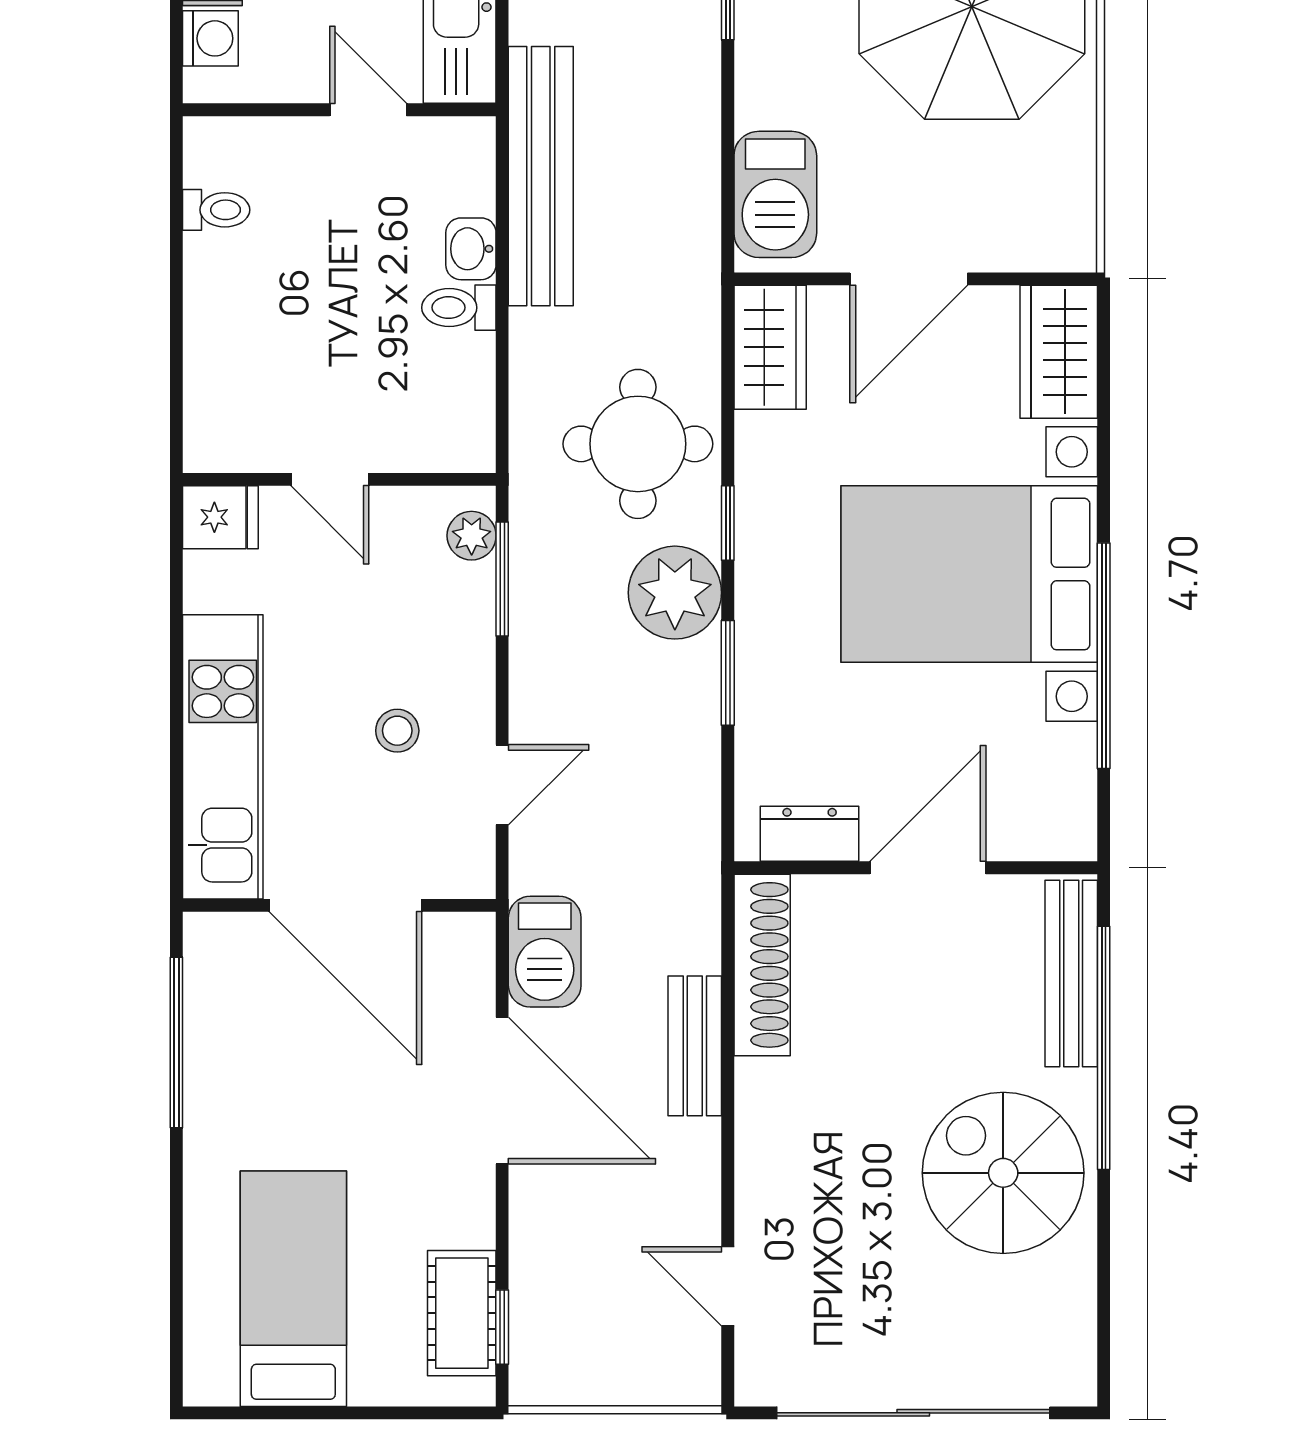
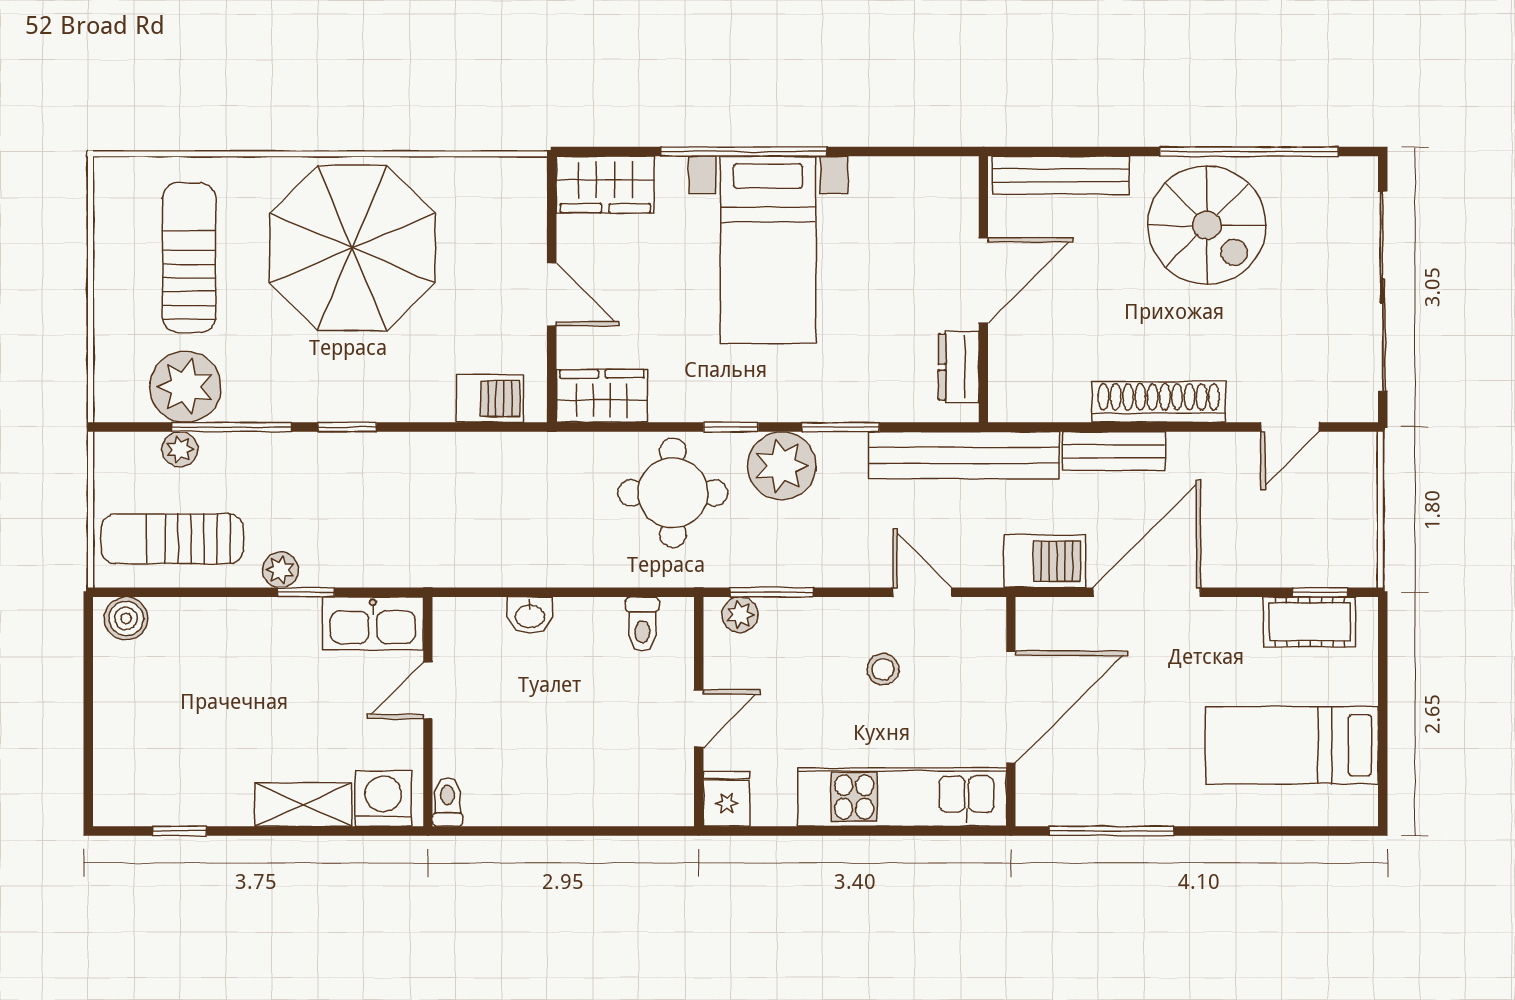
washing machine: (210, 38) -> (383, 798), width x1.38, depth x1.38
bench: (541, 176) -> (964, 455), moved
barbecue: (775, 194) -> (490, 399), width x0.73, depth x0.79
toilet: (216, 210) -> (448, 802), moved
door: (909, 279) -> (552, 294), width x0.73
toilet: (459, 308) -> (642, 624), moved
bed with nightstands: (969, 574) -> (768, 250), width x0.73
window: (1104, 656) -> (744, 152), moved
door: (928, 868) -> (983, 280), swing flipped
shoe rack: (762, 965) -> (1159, 402), moved
window: (1104, 1048) -> (1249, 152), moved
spiral stairs: (1003, 1173) -> (1207, 225), turned -90

